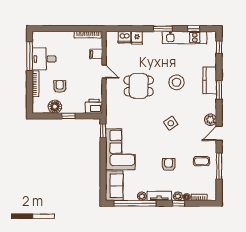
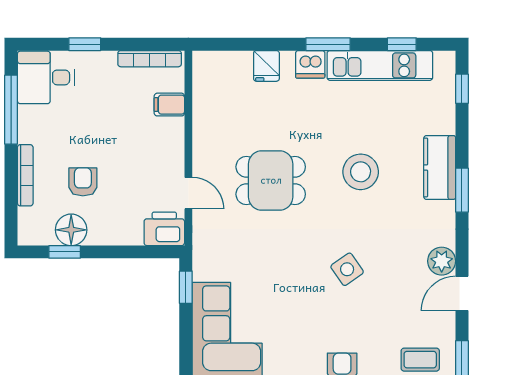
window: (61, 29) -> (85, 44), added
dishwasher: (124, 37) -> (310, 64), moved
desk: (44, 59) -> (46, 77), moved
door: (104, 71) -> (188, 193), moved
window: (68, 116) -> (65, 252), moved

